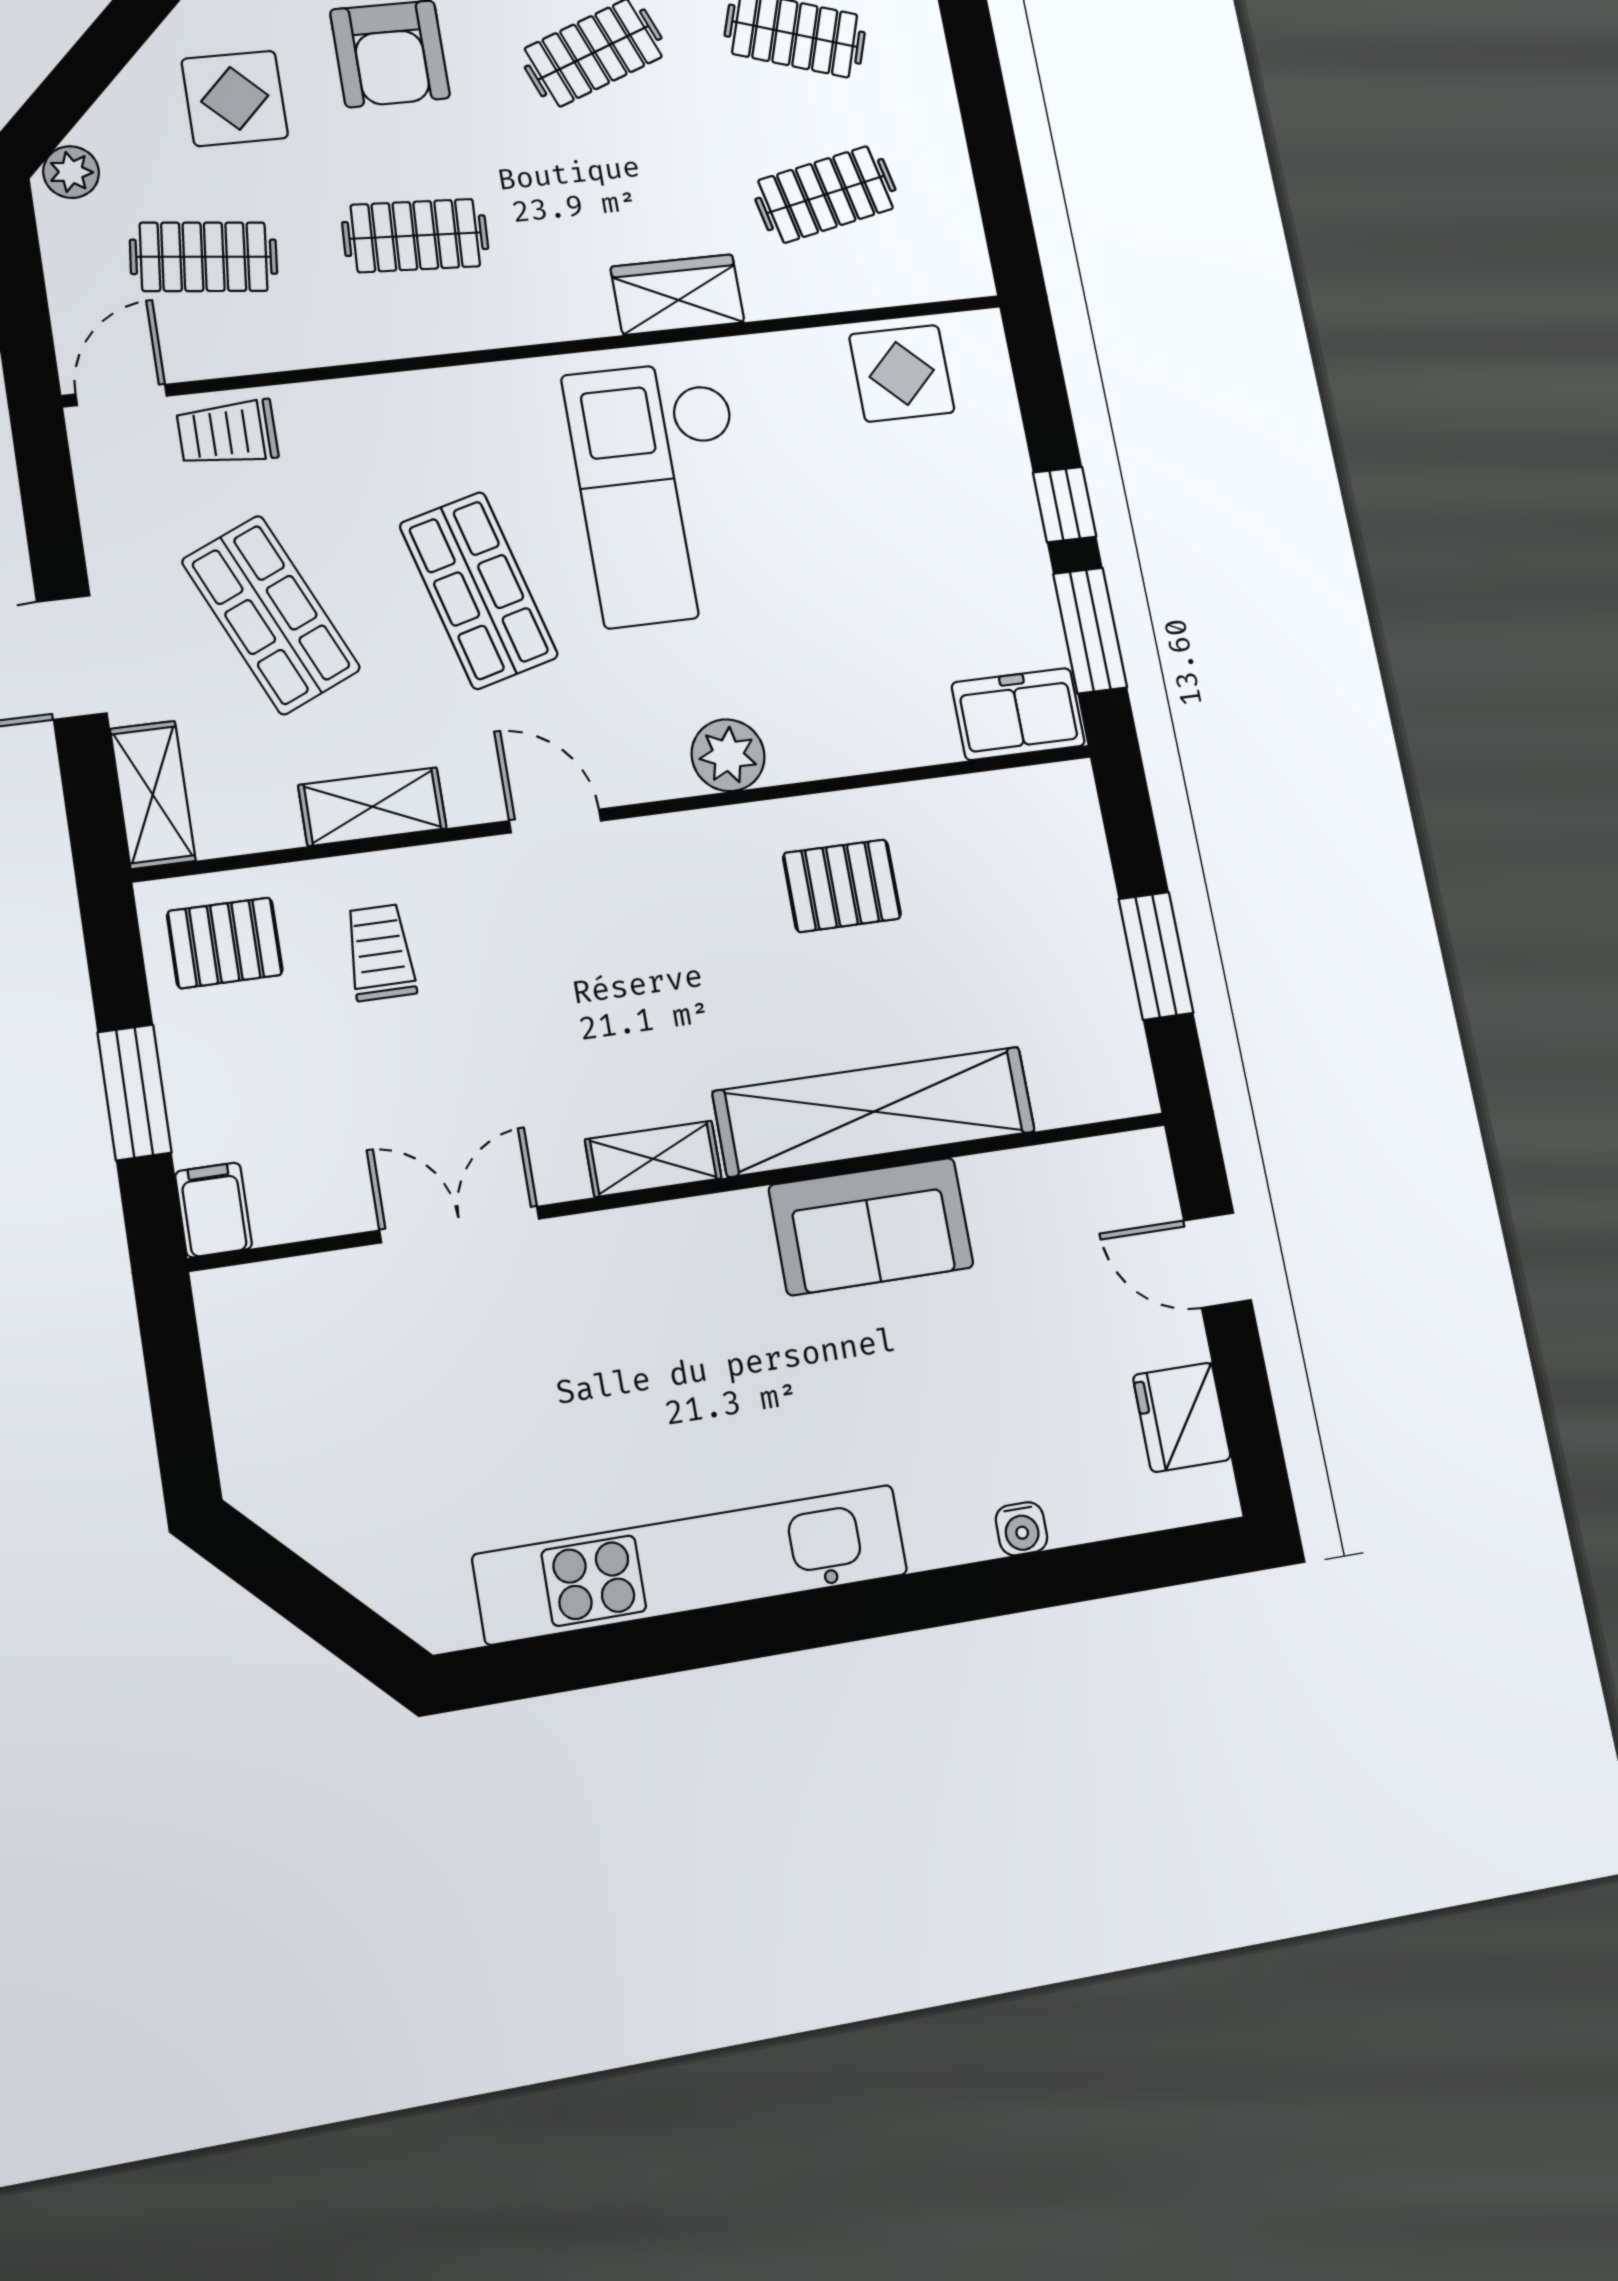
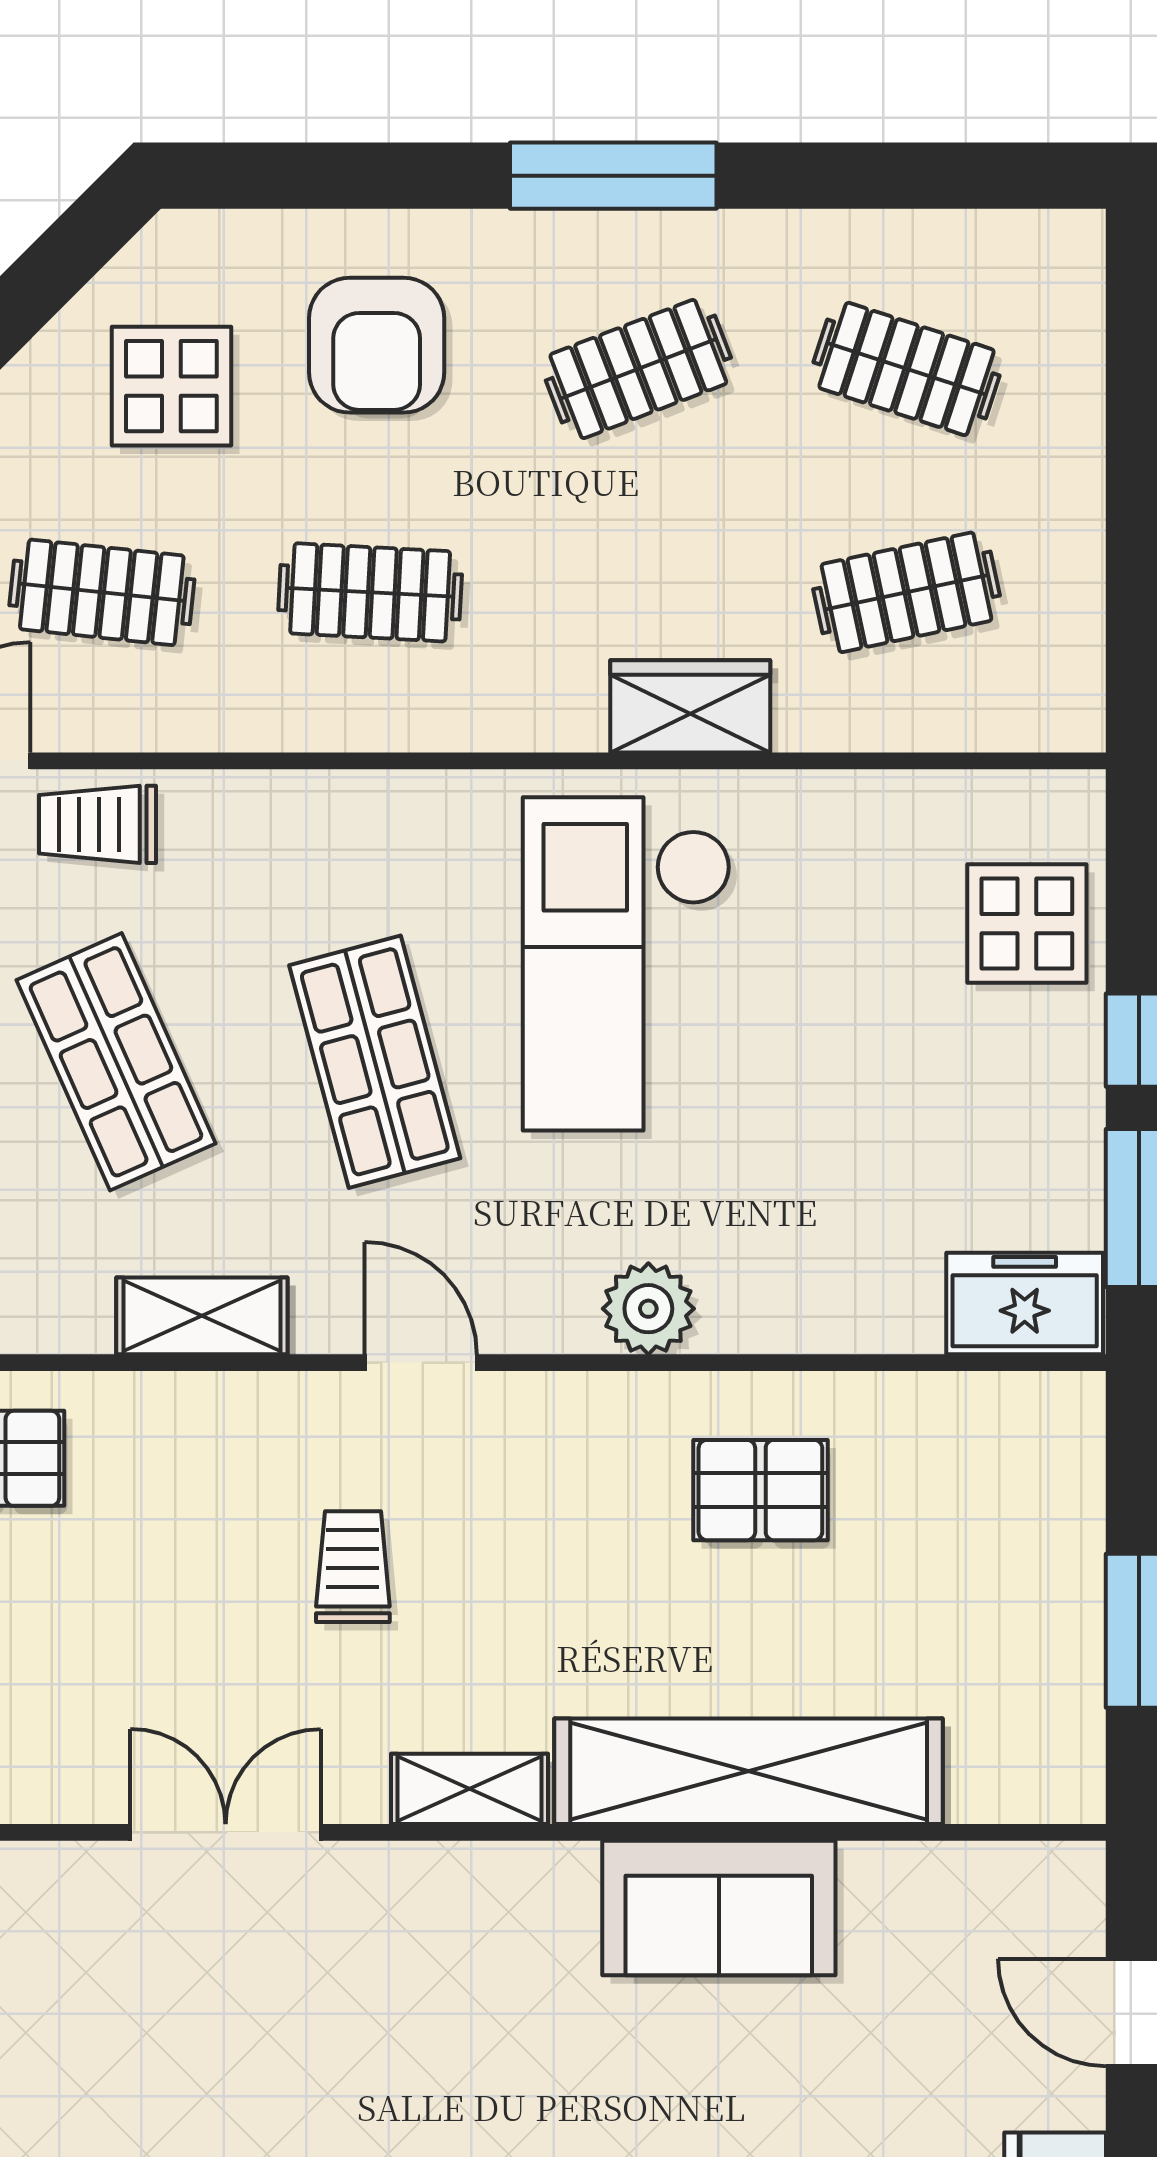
display table: (902, 373) -> (1027, 924), moved
trolley: (380, 953) -> (353, 1567), moved

